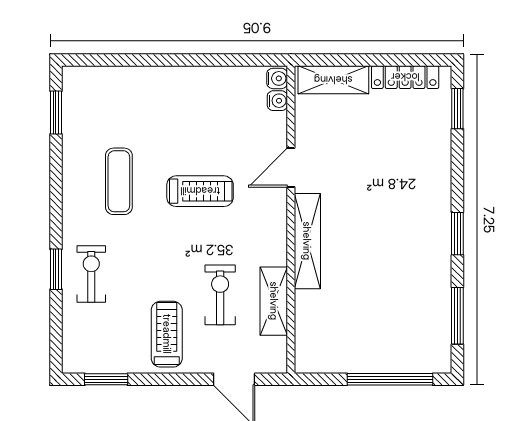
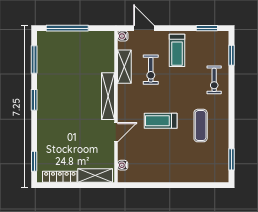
water cooler: (277, 78) -> (123, 36), moved
window: (56, 269) -> (232, 55), moved

